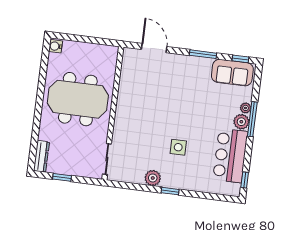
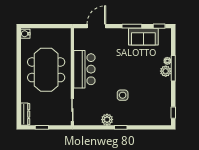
door: (154, 48) -> (96, 26), hinge flipped
sofa: (232, 73) -> (143, 37), moved
meeting table: (78, 99) -> (46, 70), turned 90
bar counter: (230, 156) -> (84, 69), moved, turned 180

